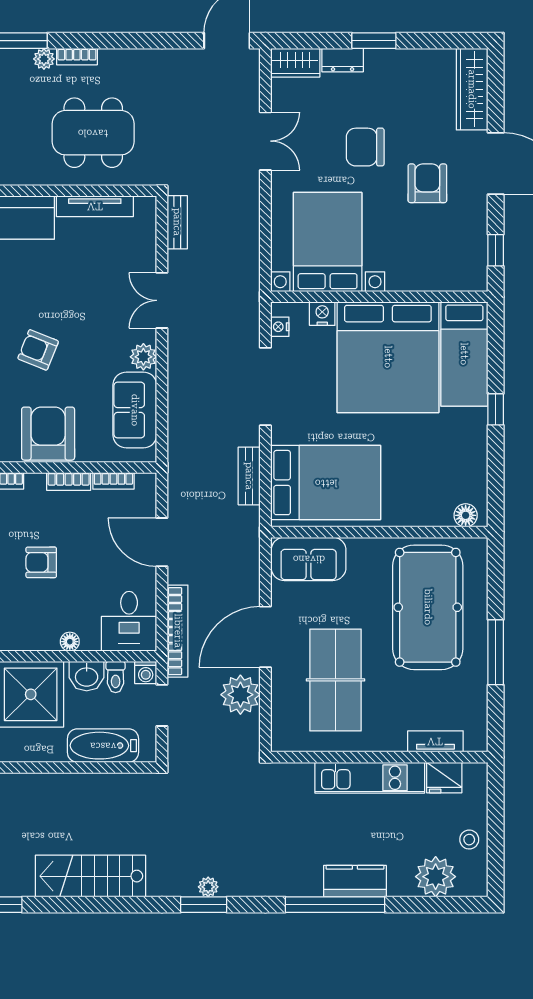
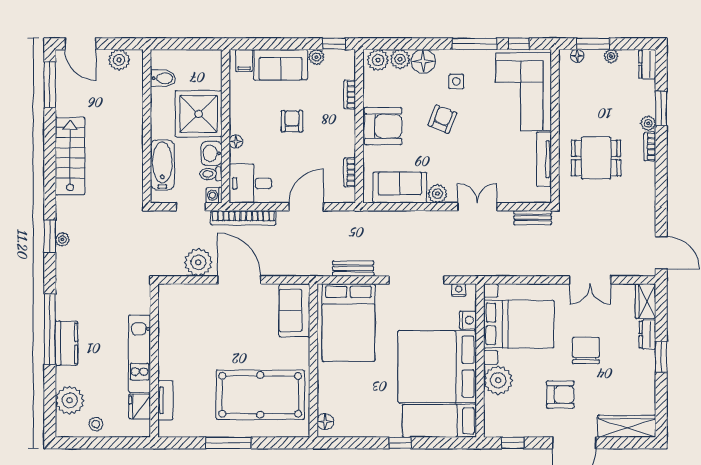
dining table: (93, 133) -> (596, 158), width x0.73
plant: (407, 271) -> (498, 380), added
bookcase: (69, 482) -> (349, 141), removed
table tennis table: (335, 680) -> (209, 330), removed

